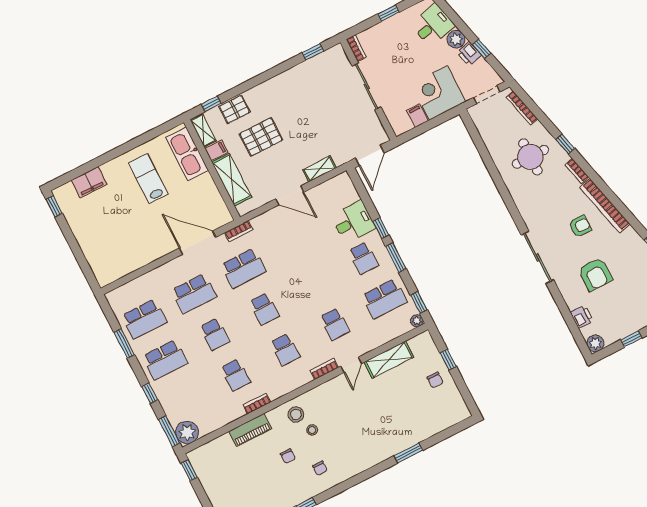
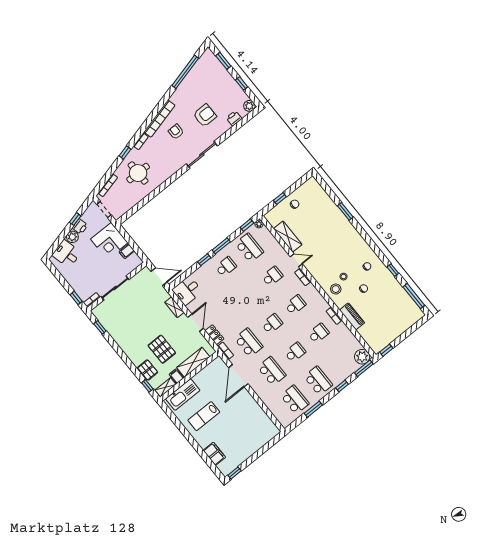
window: (389, 13) -> (76, 298), moved
locker: (266, 220) -> (214, 335), added
desk: (353, 222) -> (187, 291), moved, turned -90

